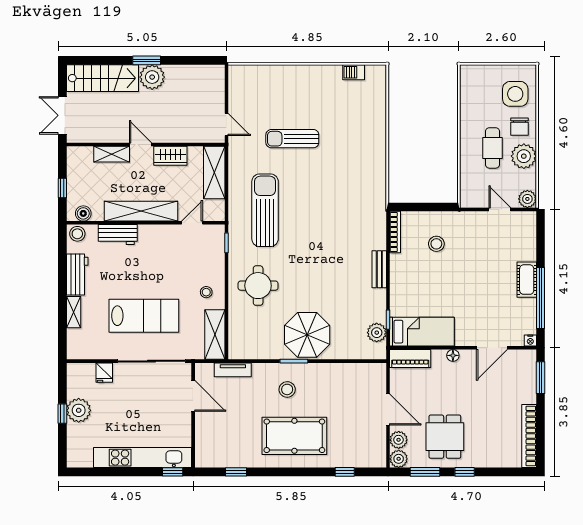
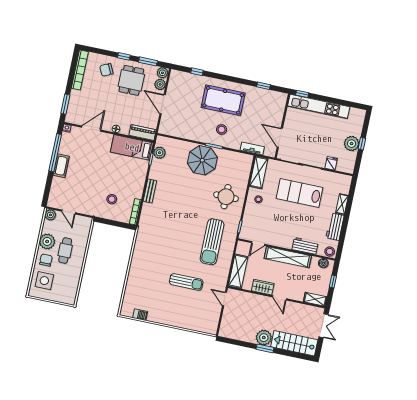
shelving: (112, 154) -> (315, 299), moved
chair: (488, 445) -> (106, 70), added

